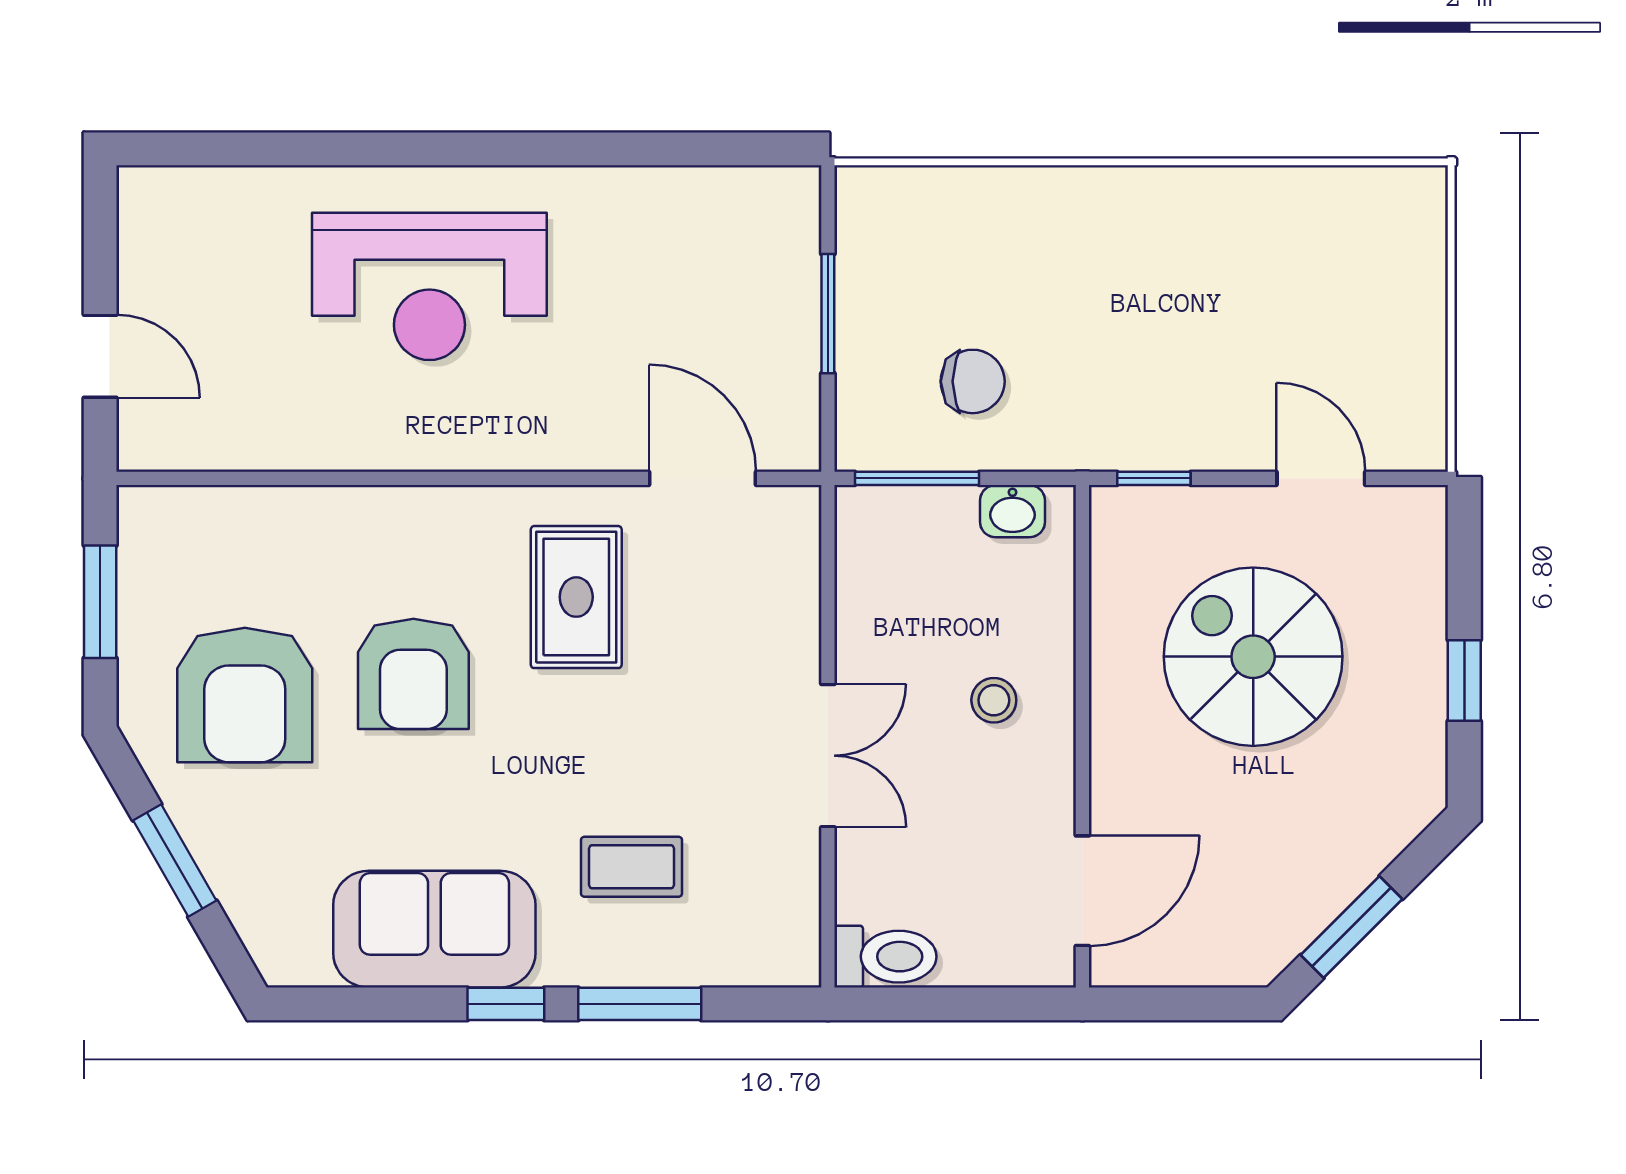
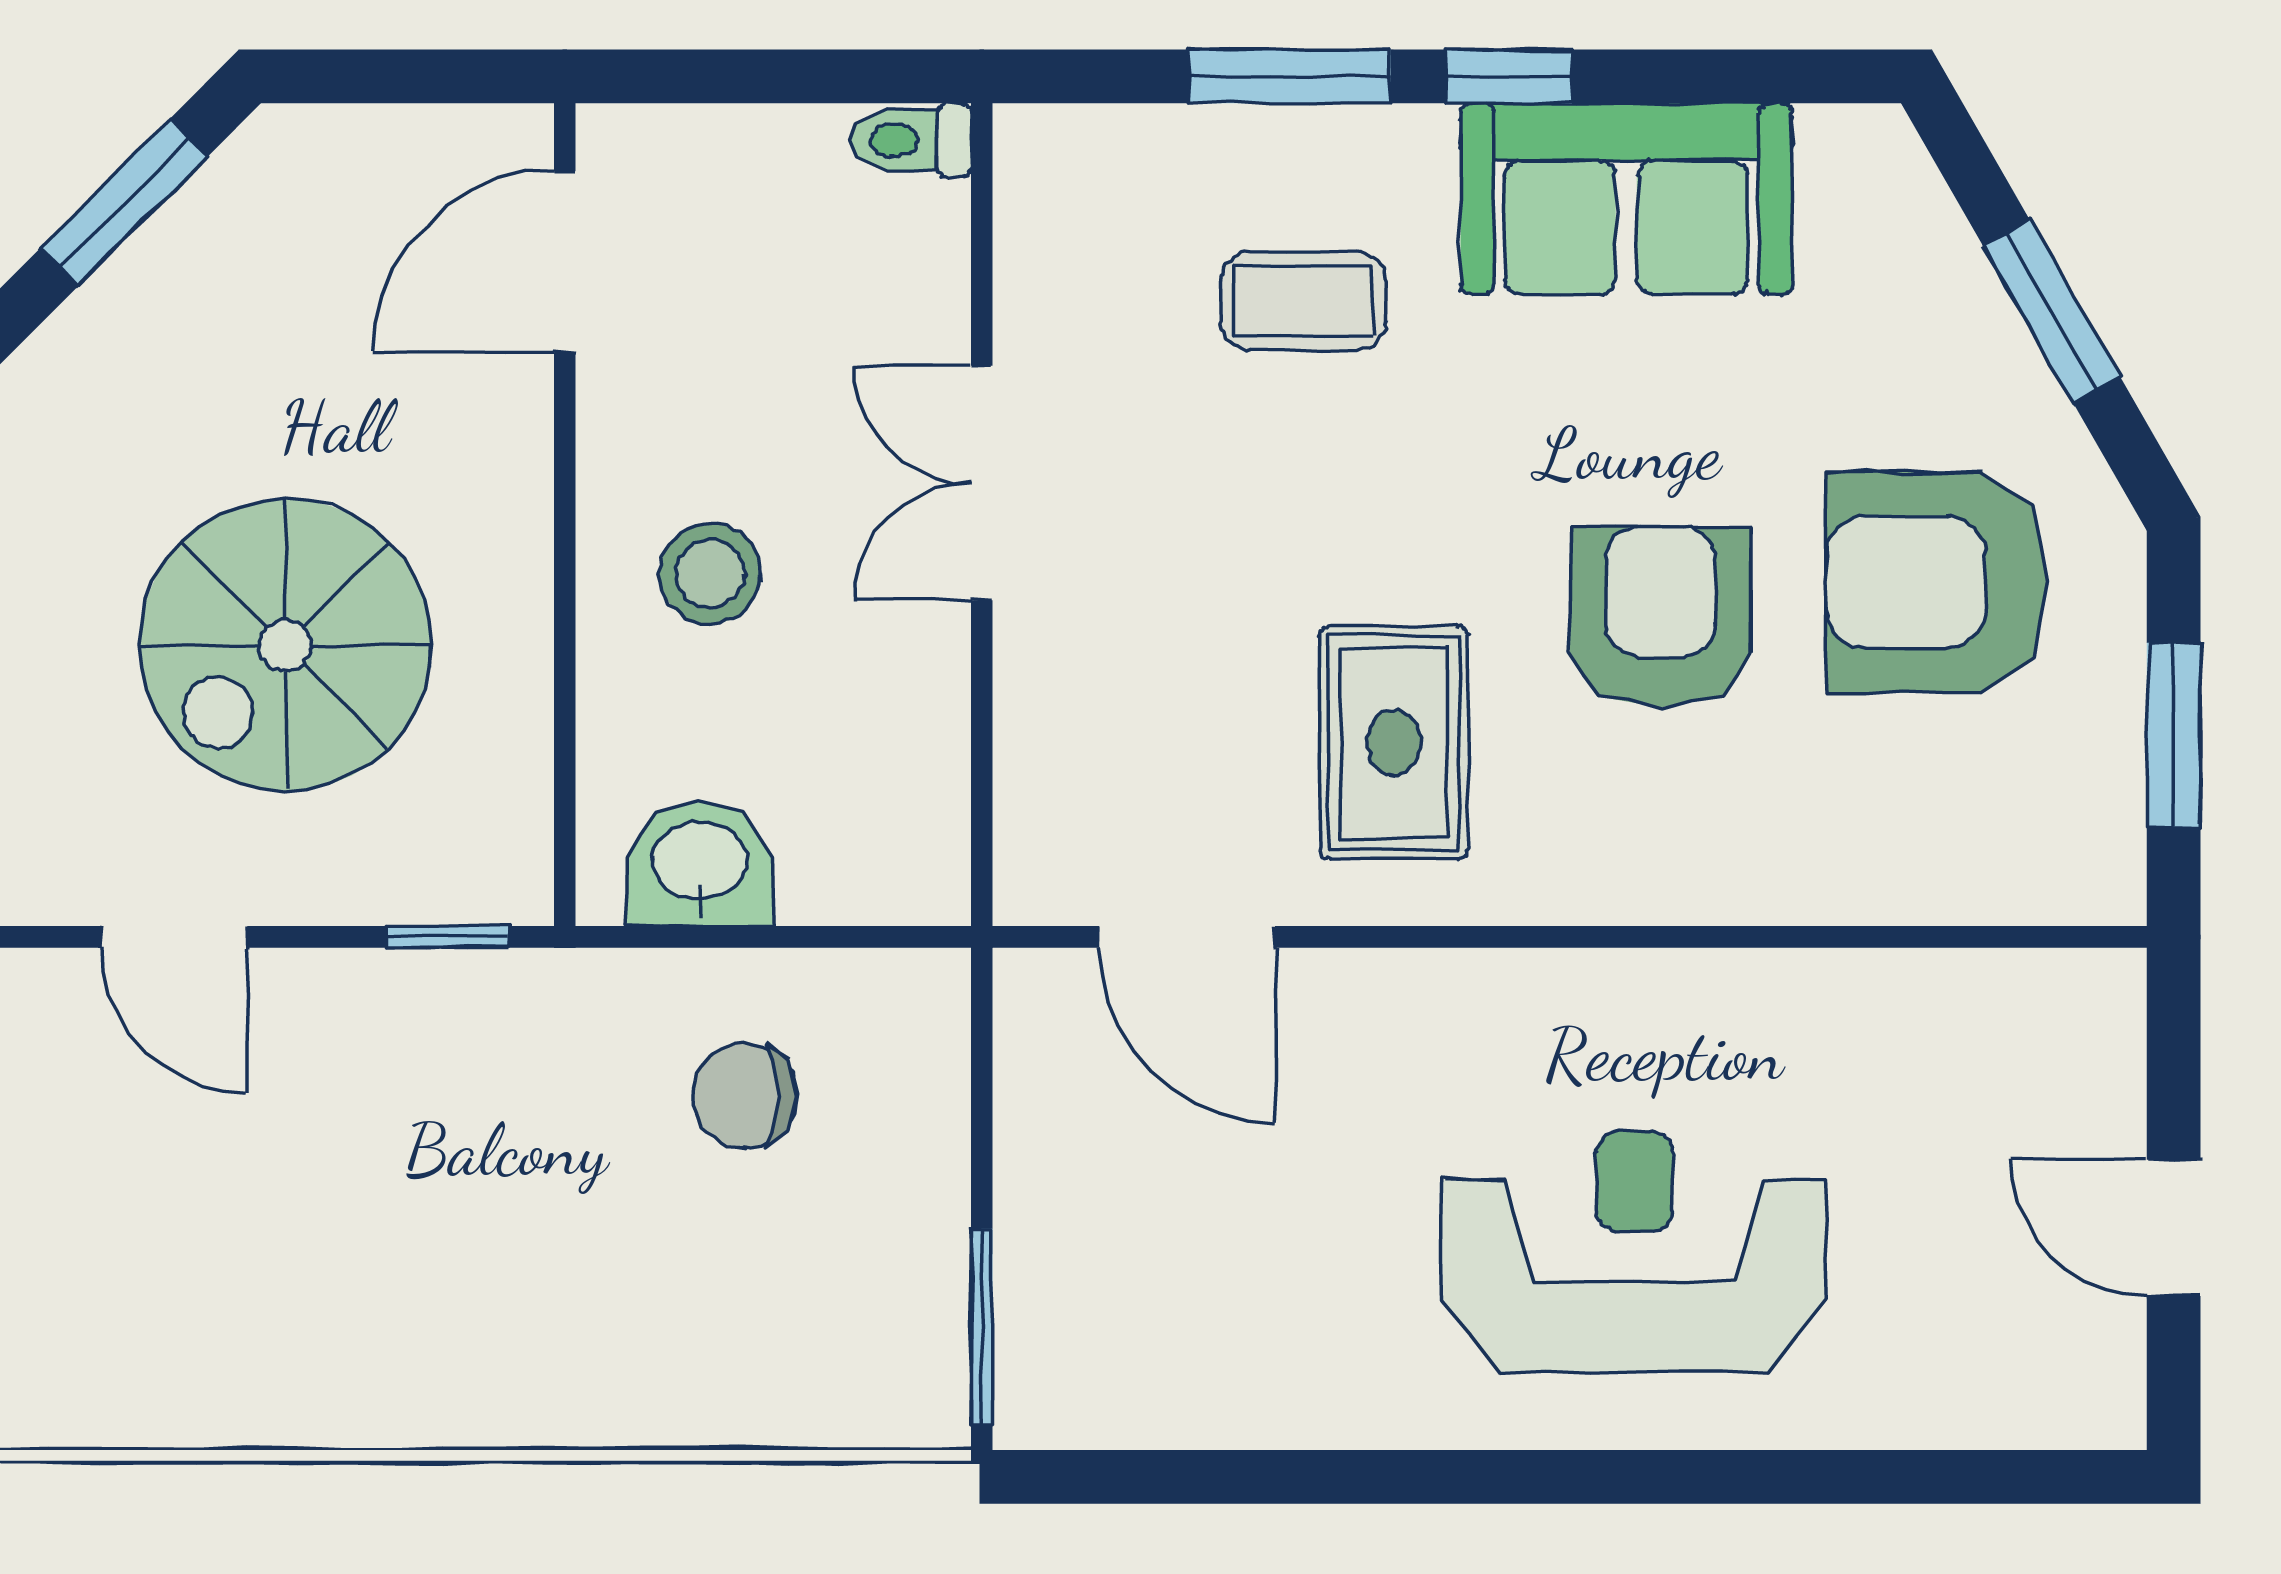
window: (828, 314) -> (982, 1326), moved
door: (100, 356) -> (2174, 1228), moved
window: (917, 478) -> (836, 937), removed
washbasin: (1013, 511) -> (700, 864), width x1.38, depth x1.45
spiral stairs: (1253, 657) -> (285, 645), turned 90
armchair: (245, 695) -> (1937, 582), turned -90
stool: (994, 700) -> (710, 574), width x1.37, depth x1.37
toilet: (885, 957) -> (911, 140), width x0.73, depth x0.72

